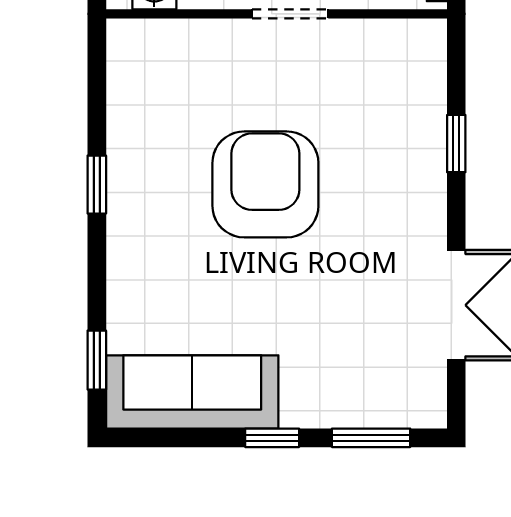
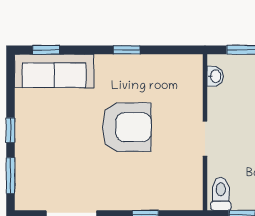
sofa: (192, 392) -> (54, 71), moved, turned 90

